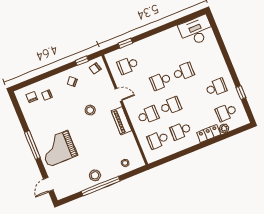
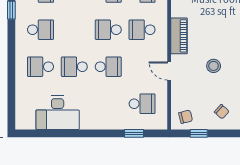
desk: (196, 31) -> (58, 113), moved
school desk: (206, 63) -> (40, 67), added
school desk: (216, 87) -> (40, 30), turned 180

